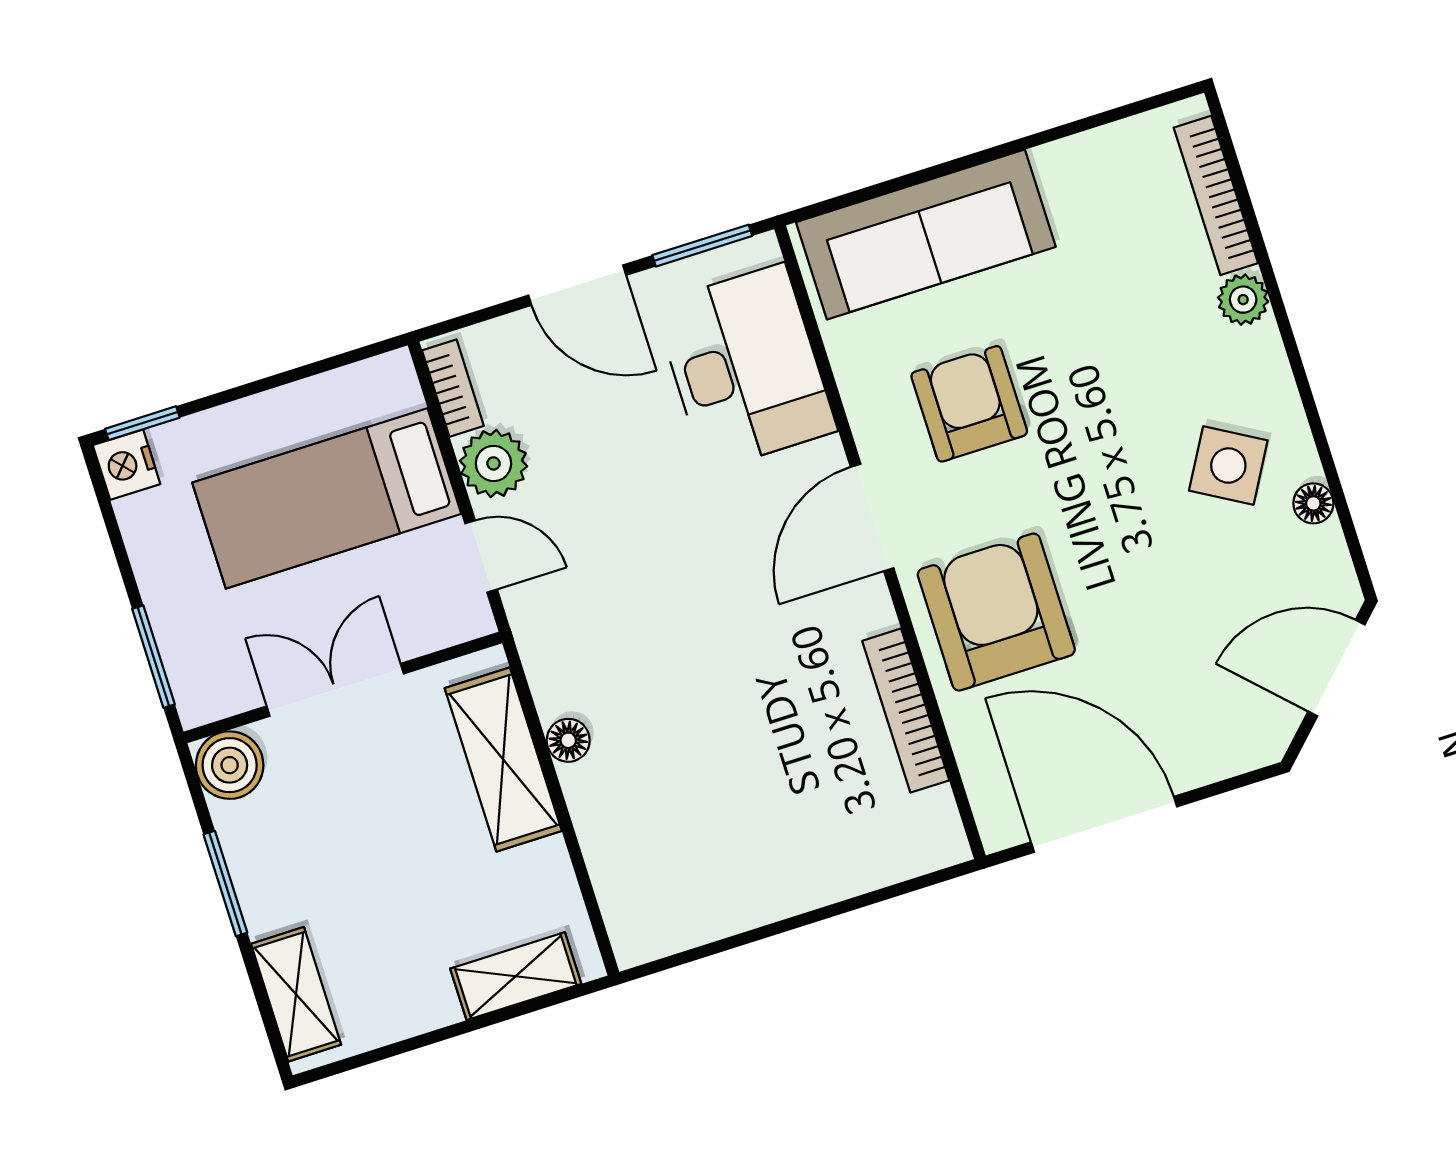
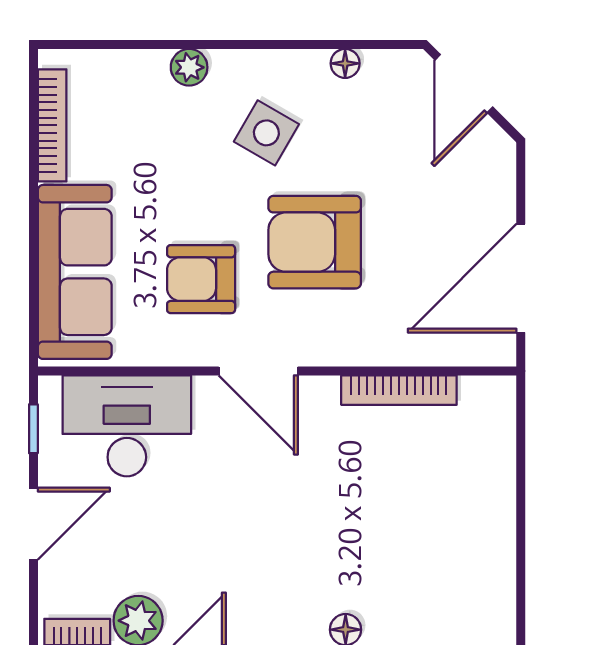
bookcase: (1216, 195) -> (52, 125), moved, turned -90
window: (702, 246) -> (33, 429), width x0.67
side table: (1228, 465) -> (266, 133), moved
armchair: (996, 612) -> (315, 242), moved

